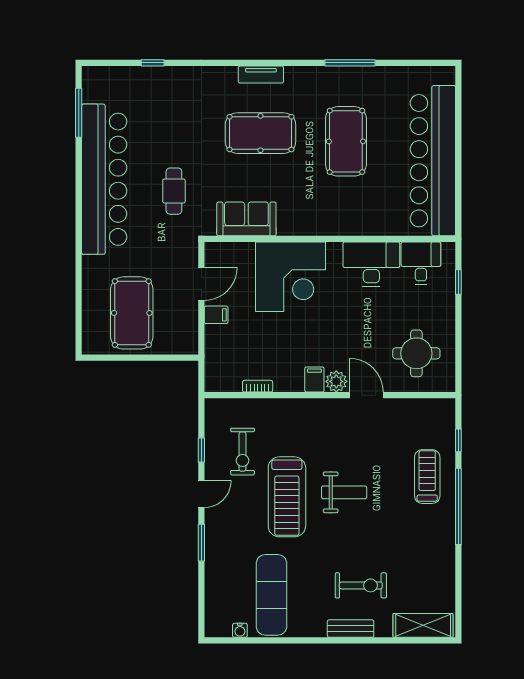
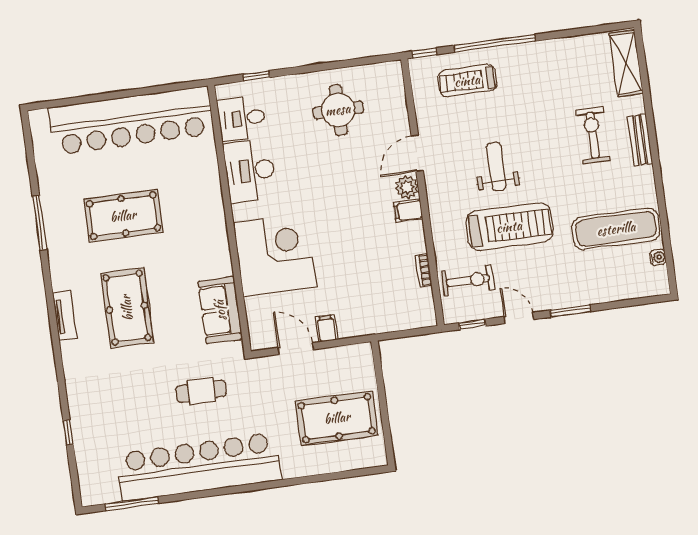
filing cabinet: (314, 379) -> (408, 211), moved
plant: (336, 381) -> (407, 187), moved
bookcase: (258, 386) -> (424, 270), moved
wall: (330, 395) -> (423, 192), moved
door: (366, 395) -> (417, 153), moved

